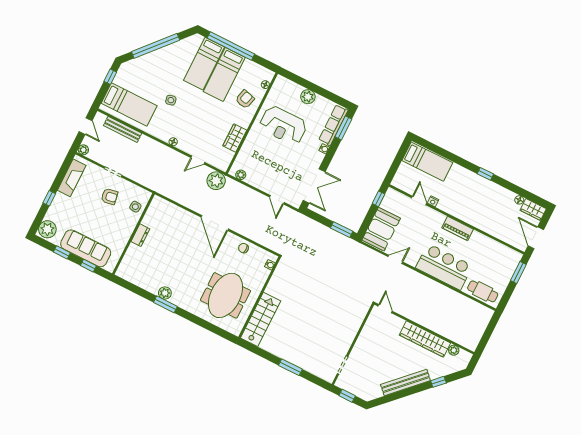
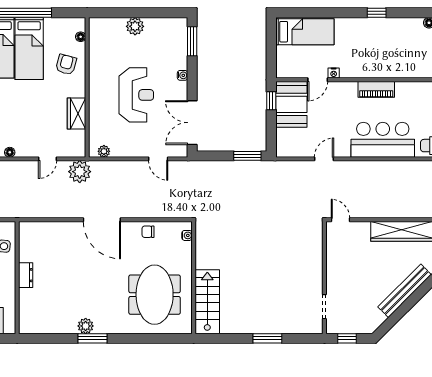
reception desk: (283, 125) -> (136, 95), moved, turned -90
row of seats: (333, 125) -> (179, 44), removed
double door: (314, 186) -> (192, 123), swing flipped
door: (419, 200) -> (318, 80), swing flipped
booth: (381, 229) -> (291, 104), moved

